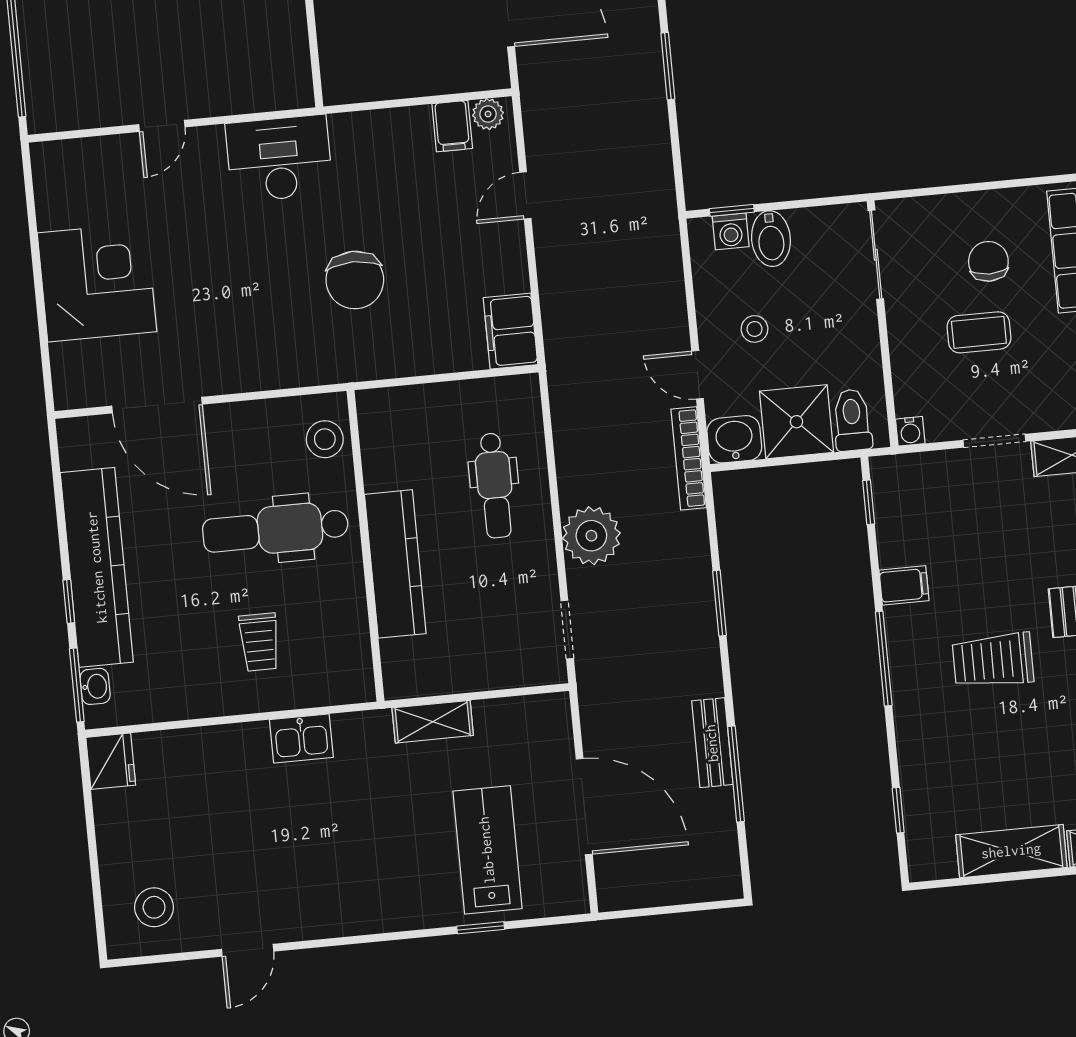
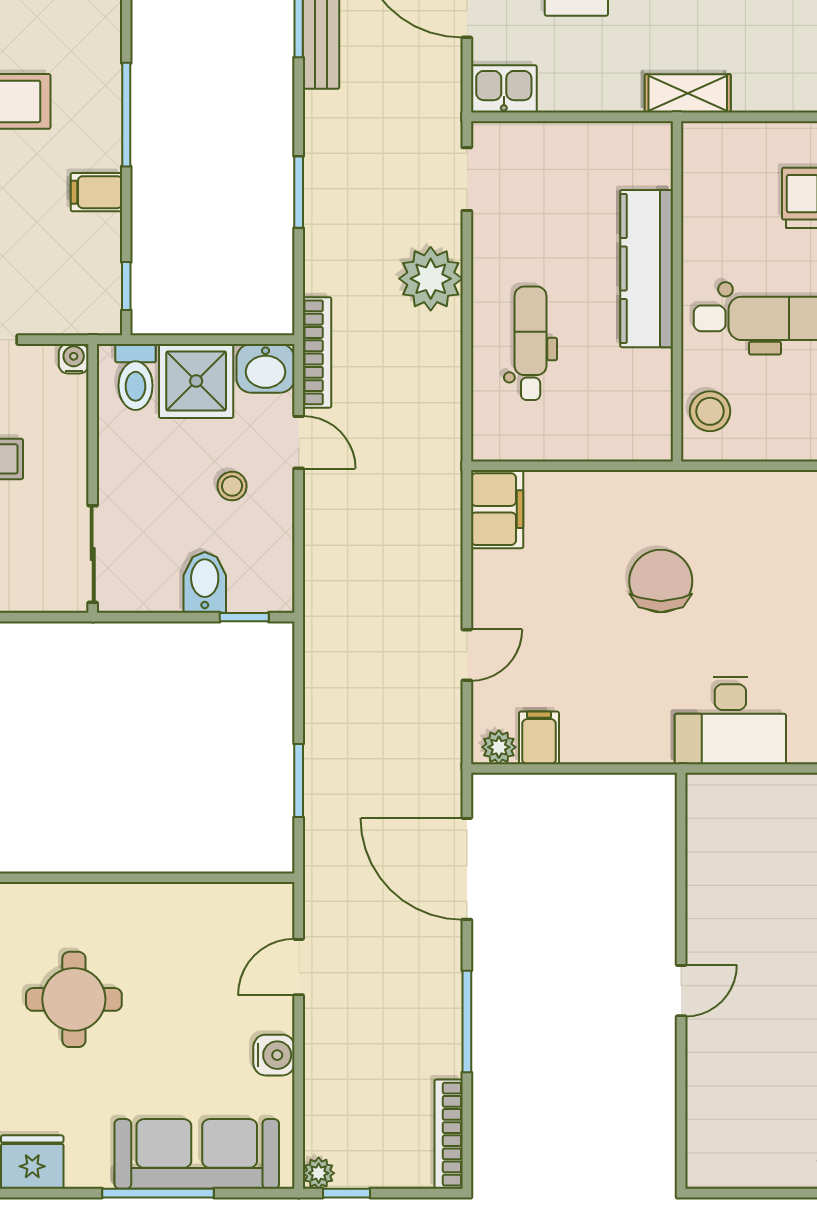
washing machine: (731, 231) -> (248, 594), removed
shelving: (433, 722) -> (688, 93), moved
kitchen sink: (301, 738) -> (504, 89), moved

